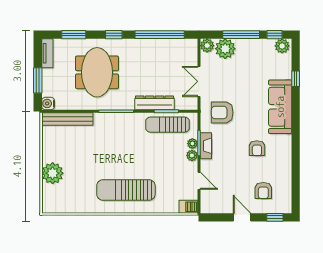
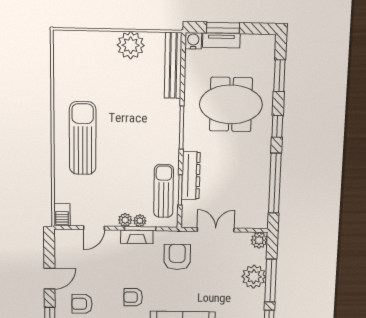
plant: (225, 49) -> (254, 277), moved
tv unit: (47, 53) -> (221, 40), moved
plant: (53, 173) -> (131, 45), moved

